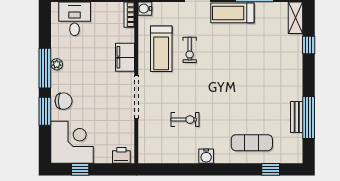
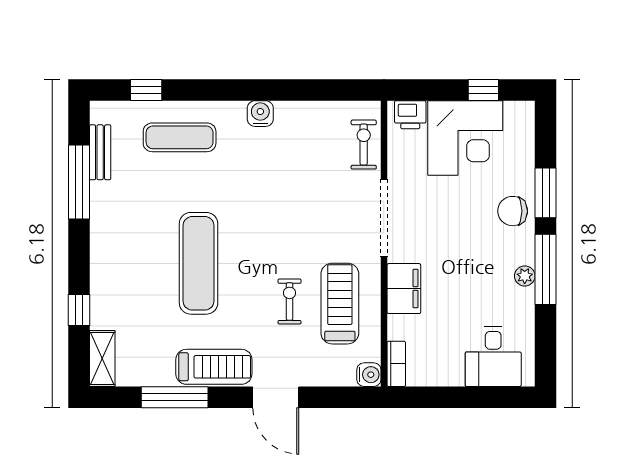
exercise mat: (241, 71) -> (199, 263), added
bench: (297, 117) -> (100, 152), moved
exercise bike: (185, 120) -> (364, 145), moved, turned 90
corner desk: (72, 142) -> (465, 138), moved, turned -90

